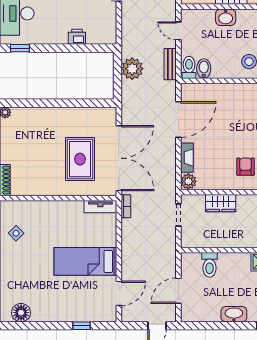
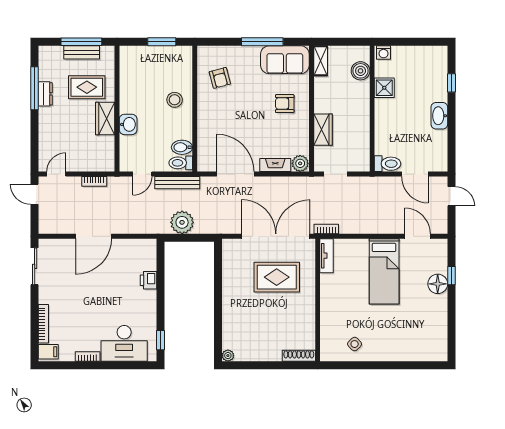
bench: (170, 64) -> (177, 183), width x1.36
toilet: (210, 265) -> (388, 164), moved
floor lamp: (21, 313) -> (438, 284), moved

